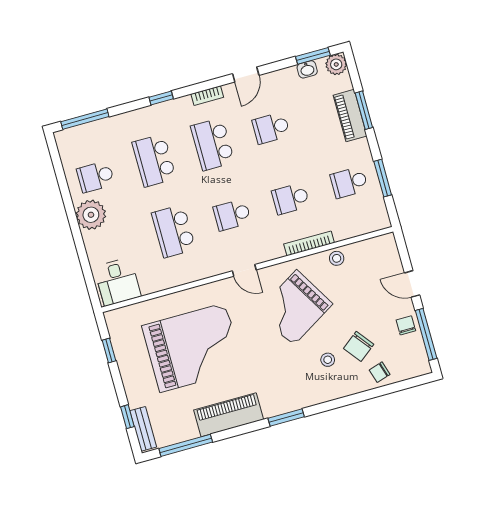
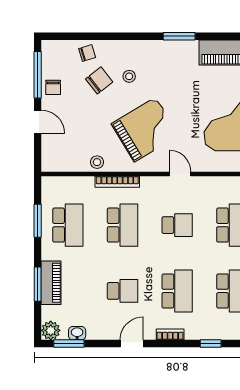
school desk: (349, 182) -> (68, 225), width x1.85
school desk: (291, 199) -> (123, 225), width x1.85

